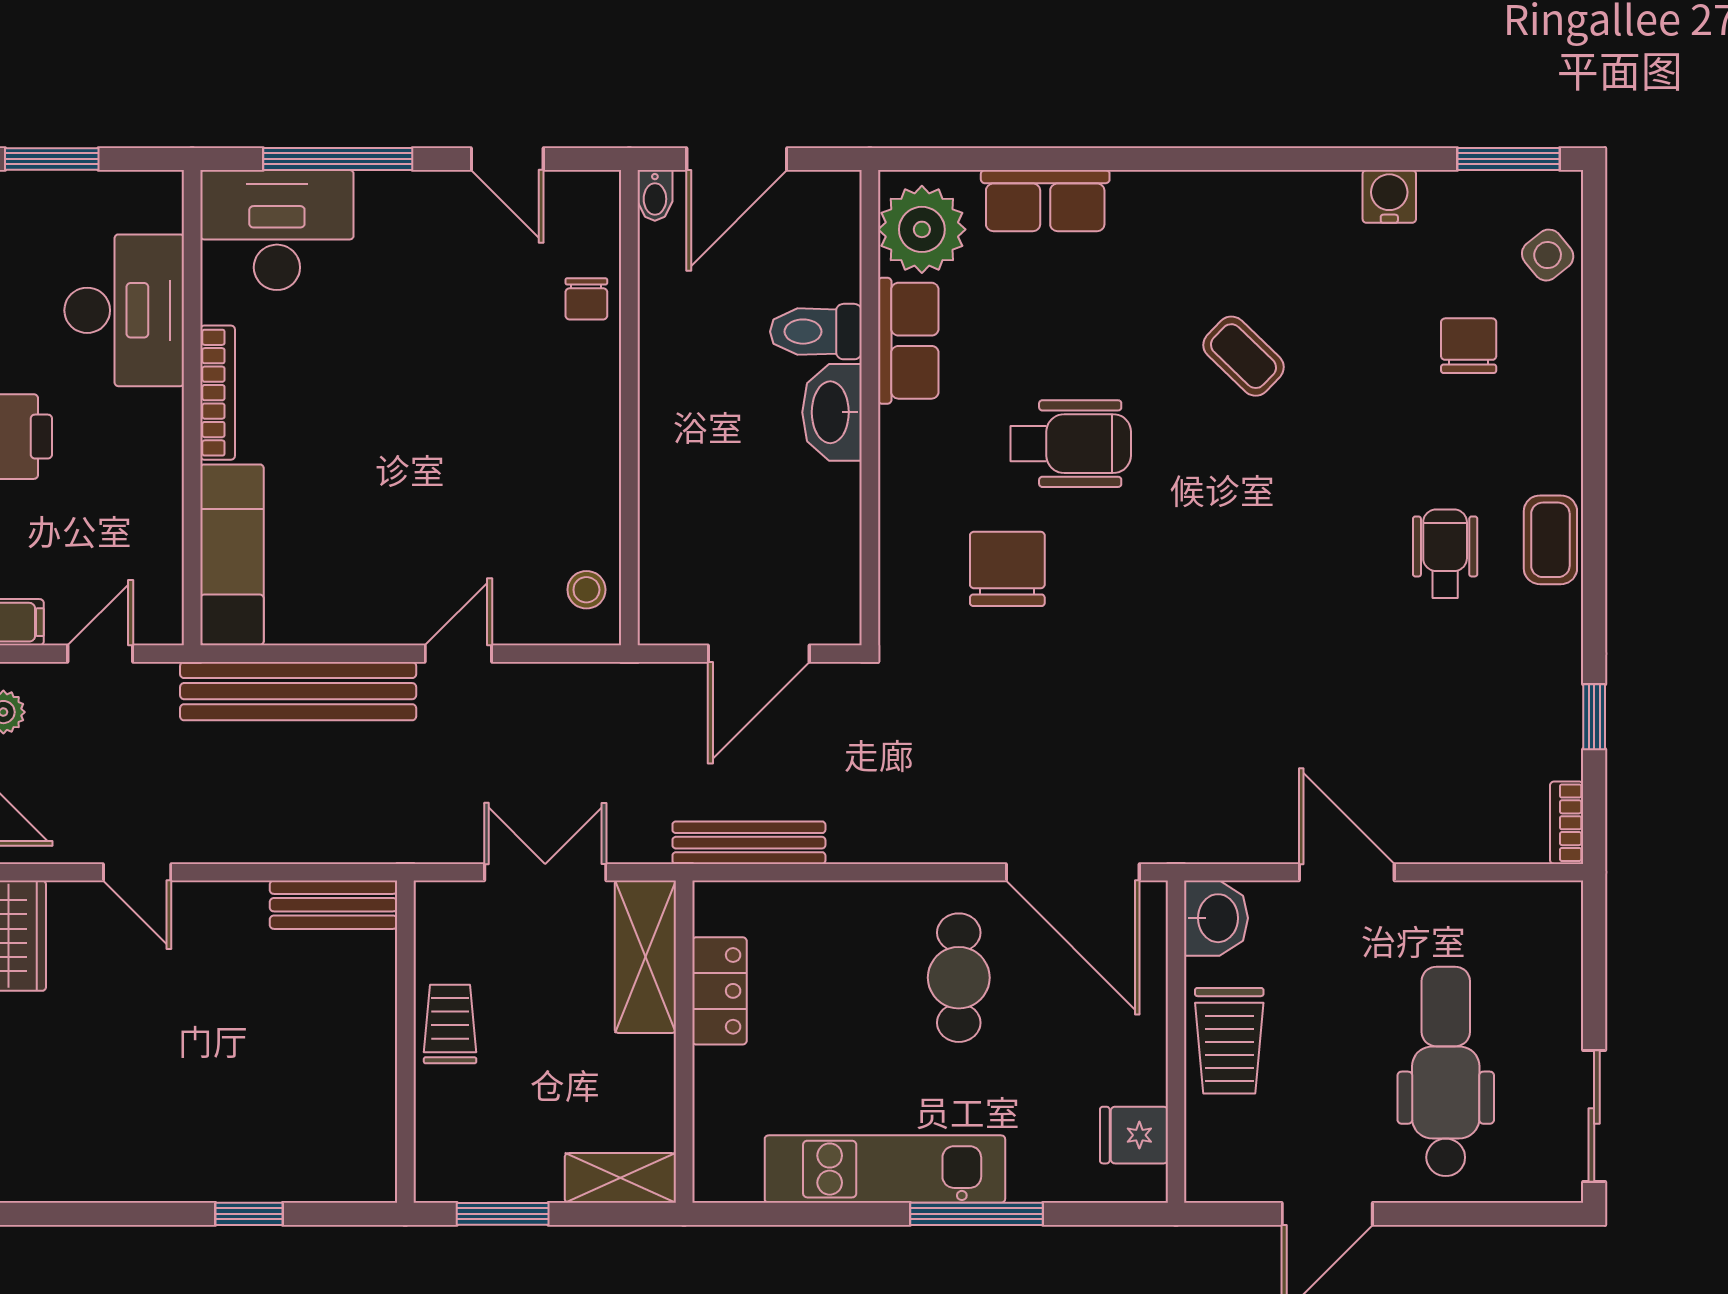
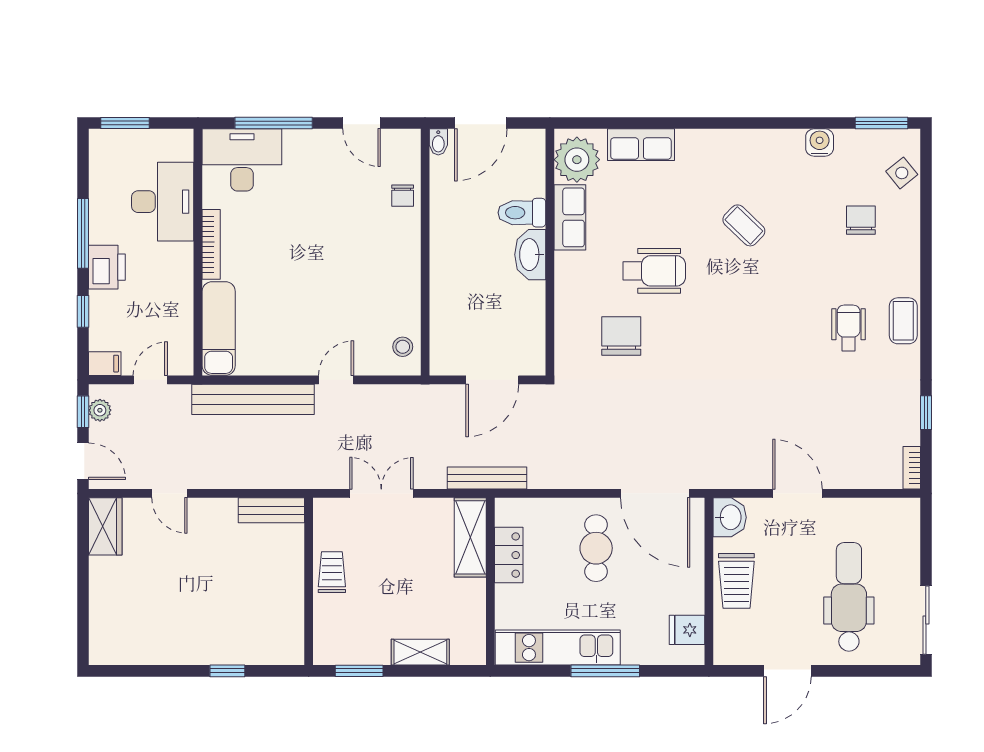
shelving: (645, 957) -> (470, 537), moved
locker: (719, 991) -> (509, 555), moved
wall: (684, 1042) -> (490, 581), moved

